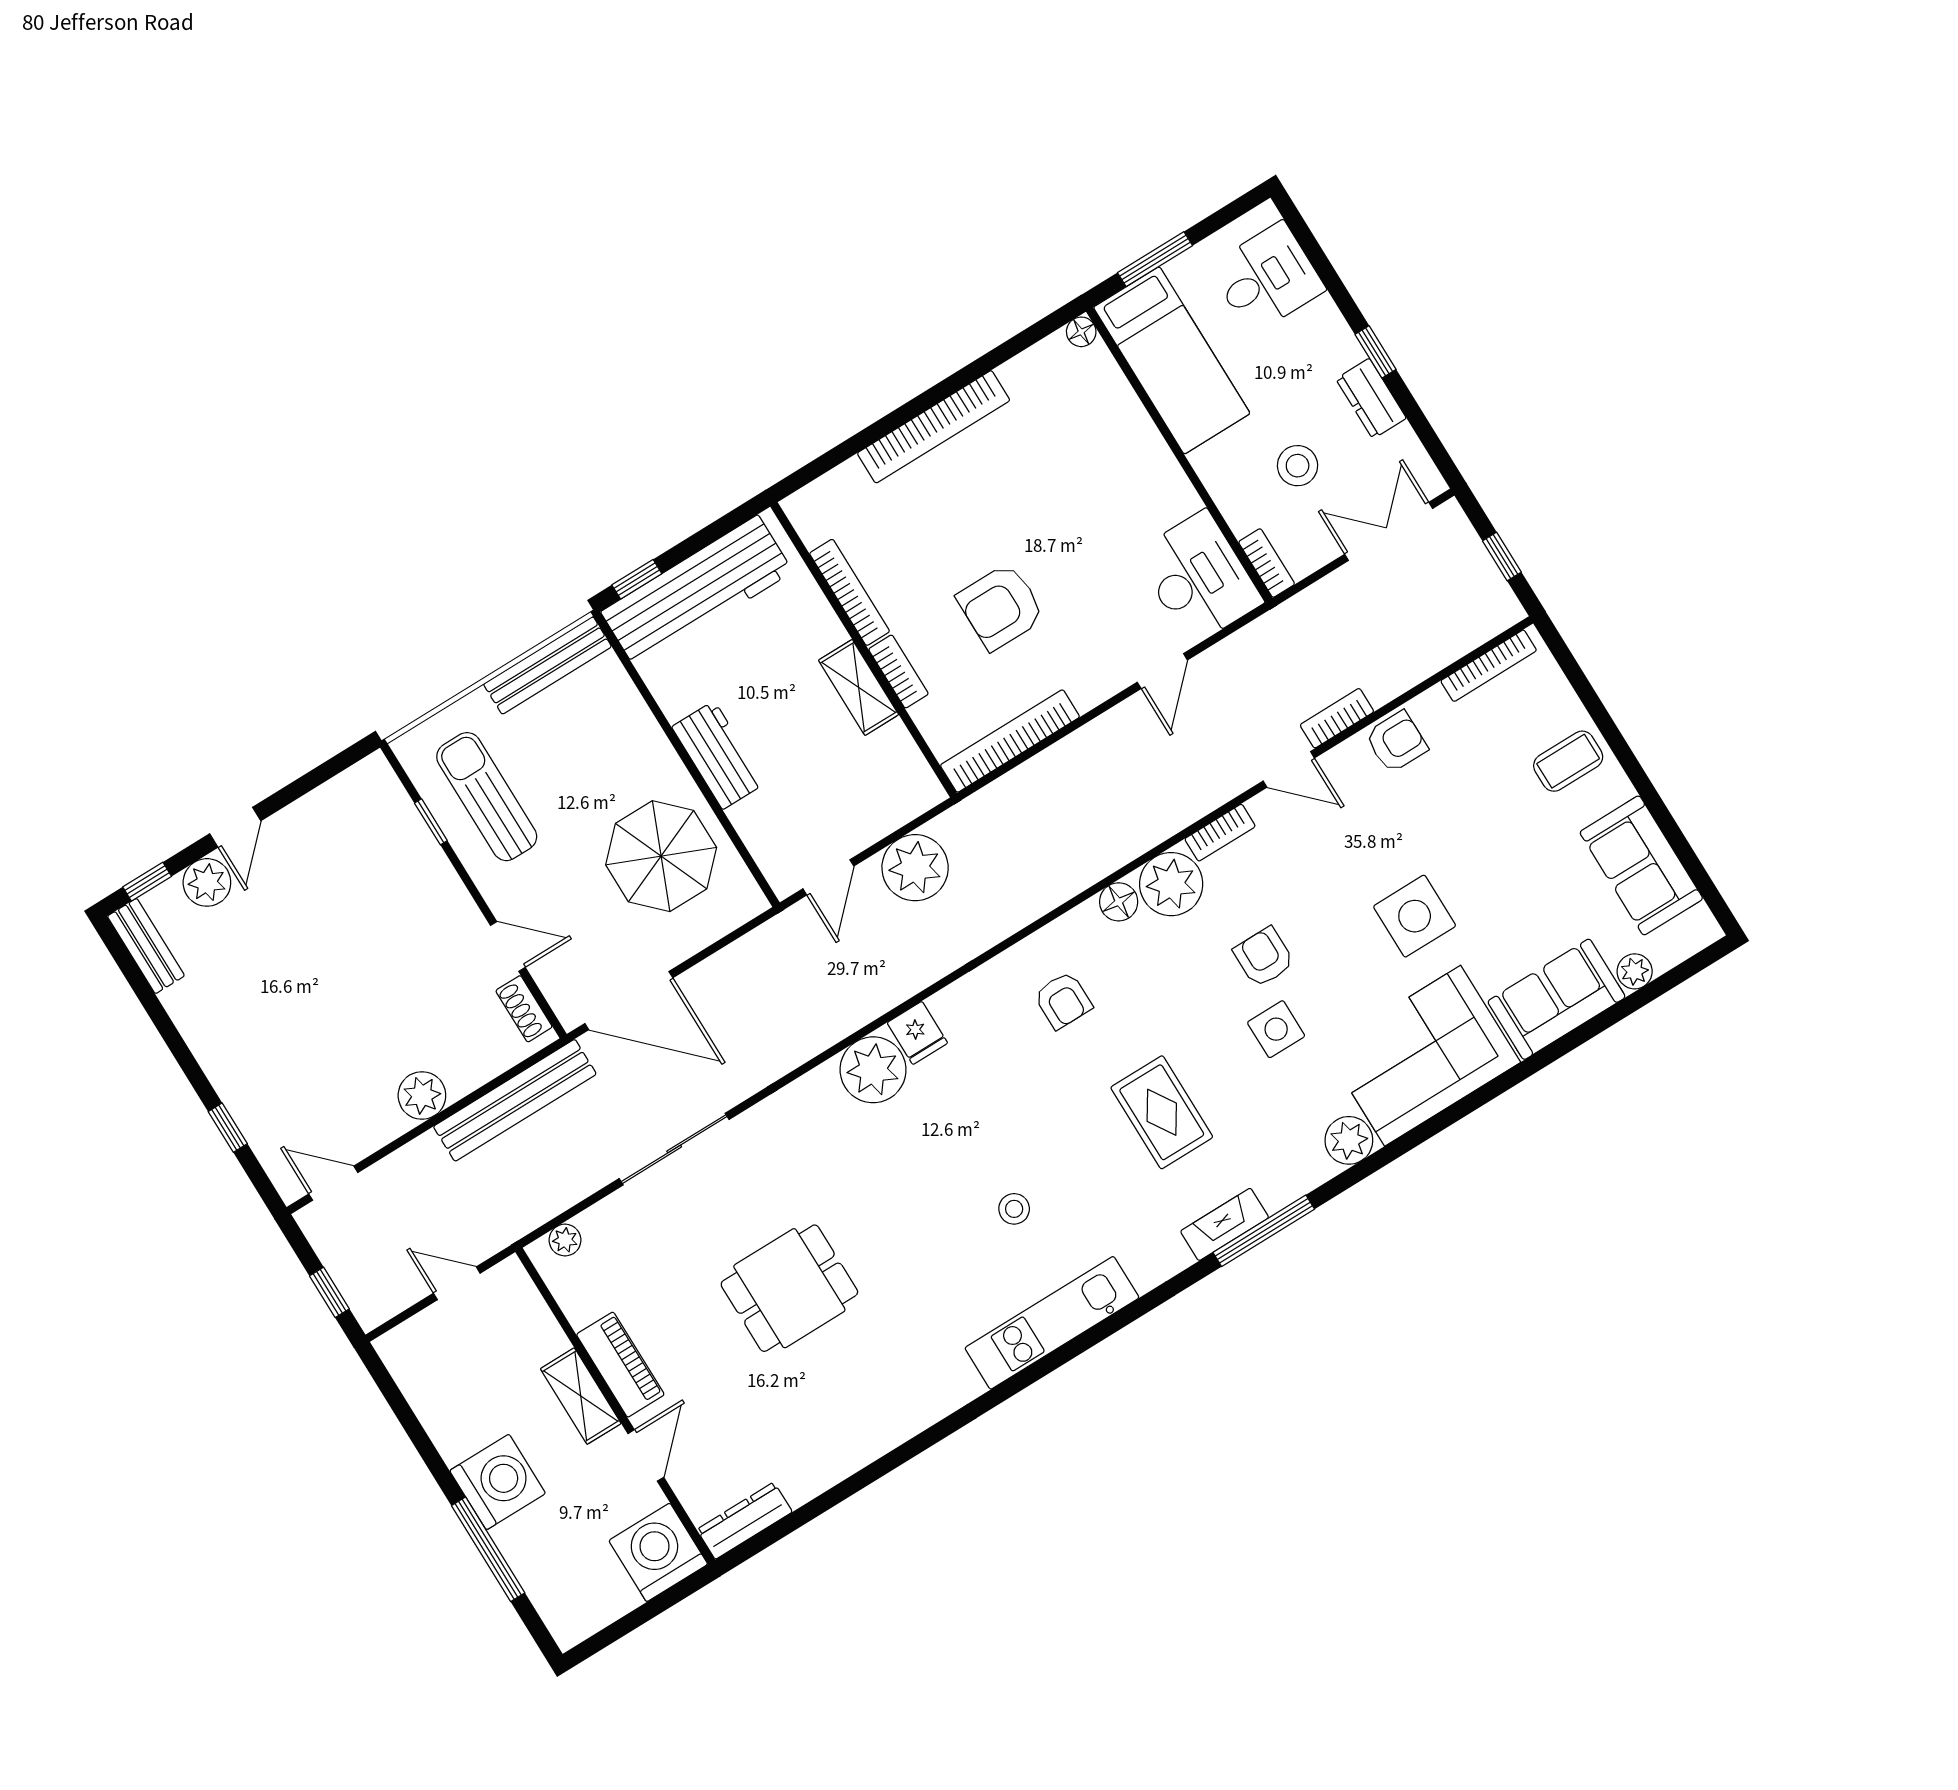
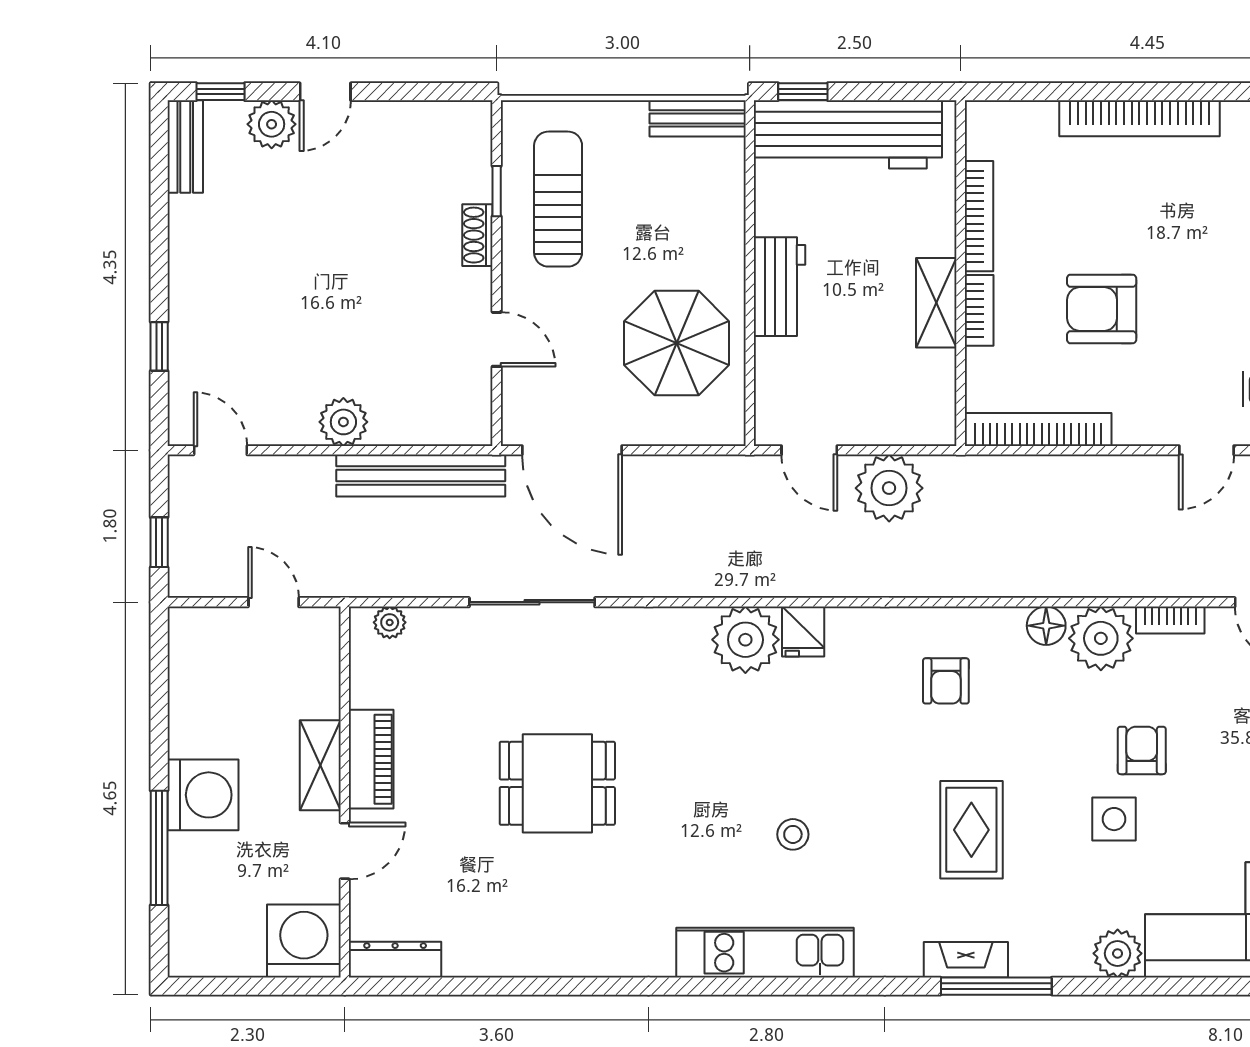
bench: (547, 665) -> (698, 118), width x0.73
door: (828, 877) -> (809, 450), hinge flipped
shoe rack: (524, 1009) -> (477, 235), moved

